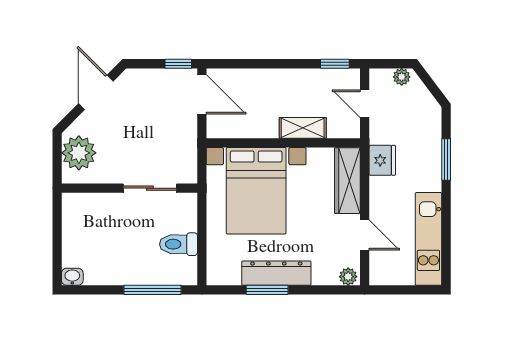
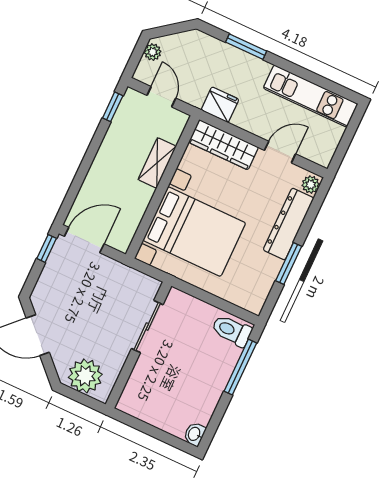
door: (365, 104) -> (161, 97), swing flipped
toilet: (178, 244) -> (232, 331), moved, turned 90
dresser: (276, 273) -> (289, 224), moved

